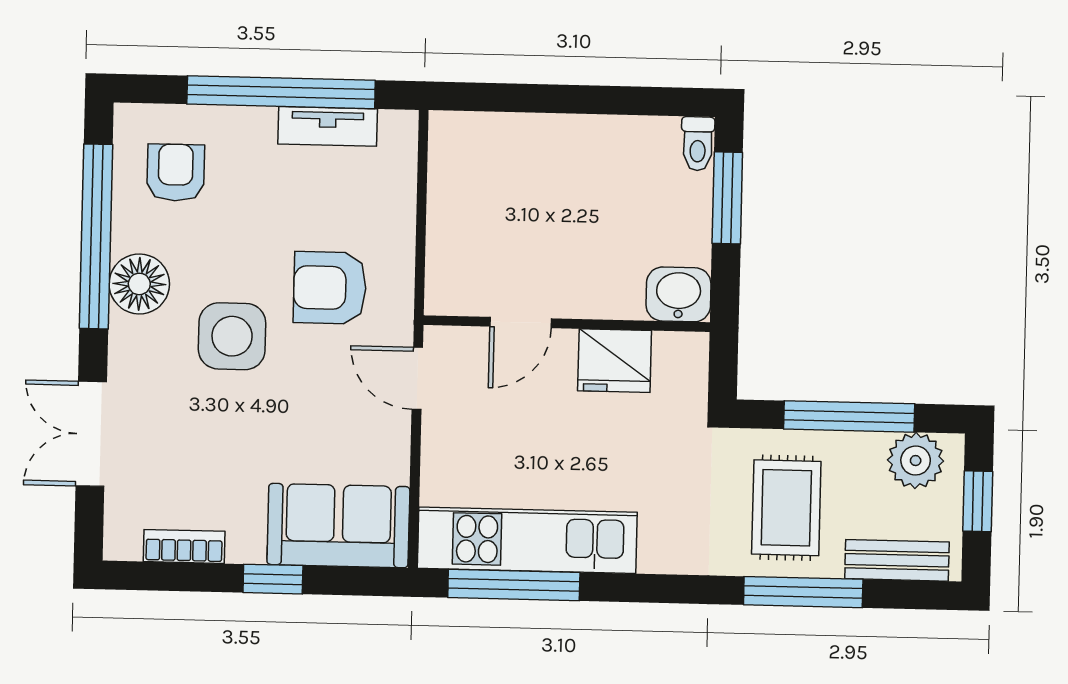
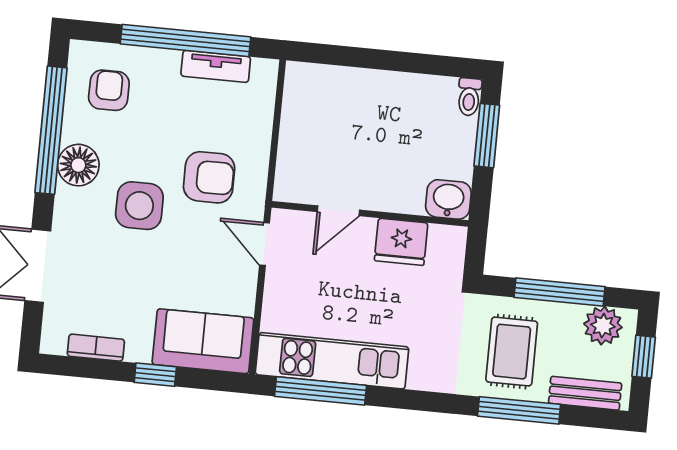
armchair: (330, 288) -> (209, 177), turned 180

